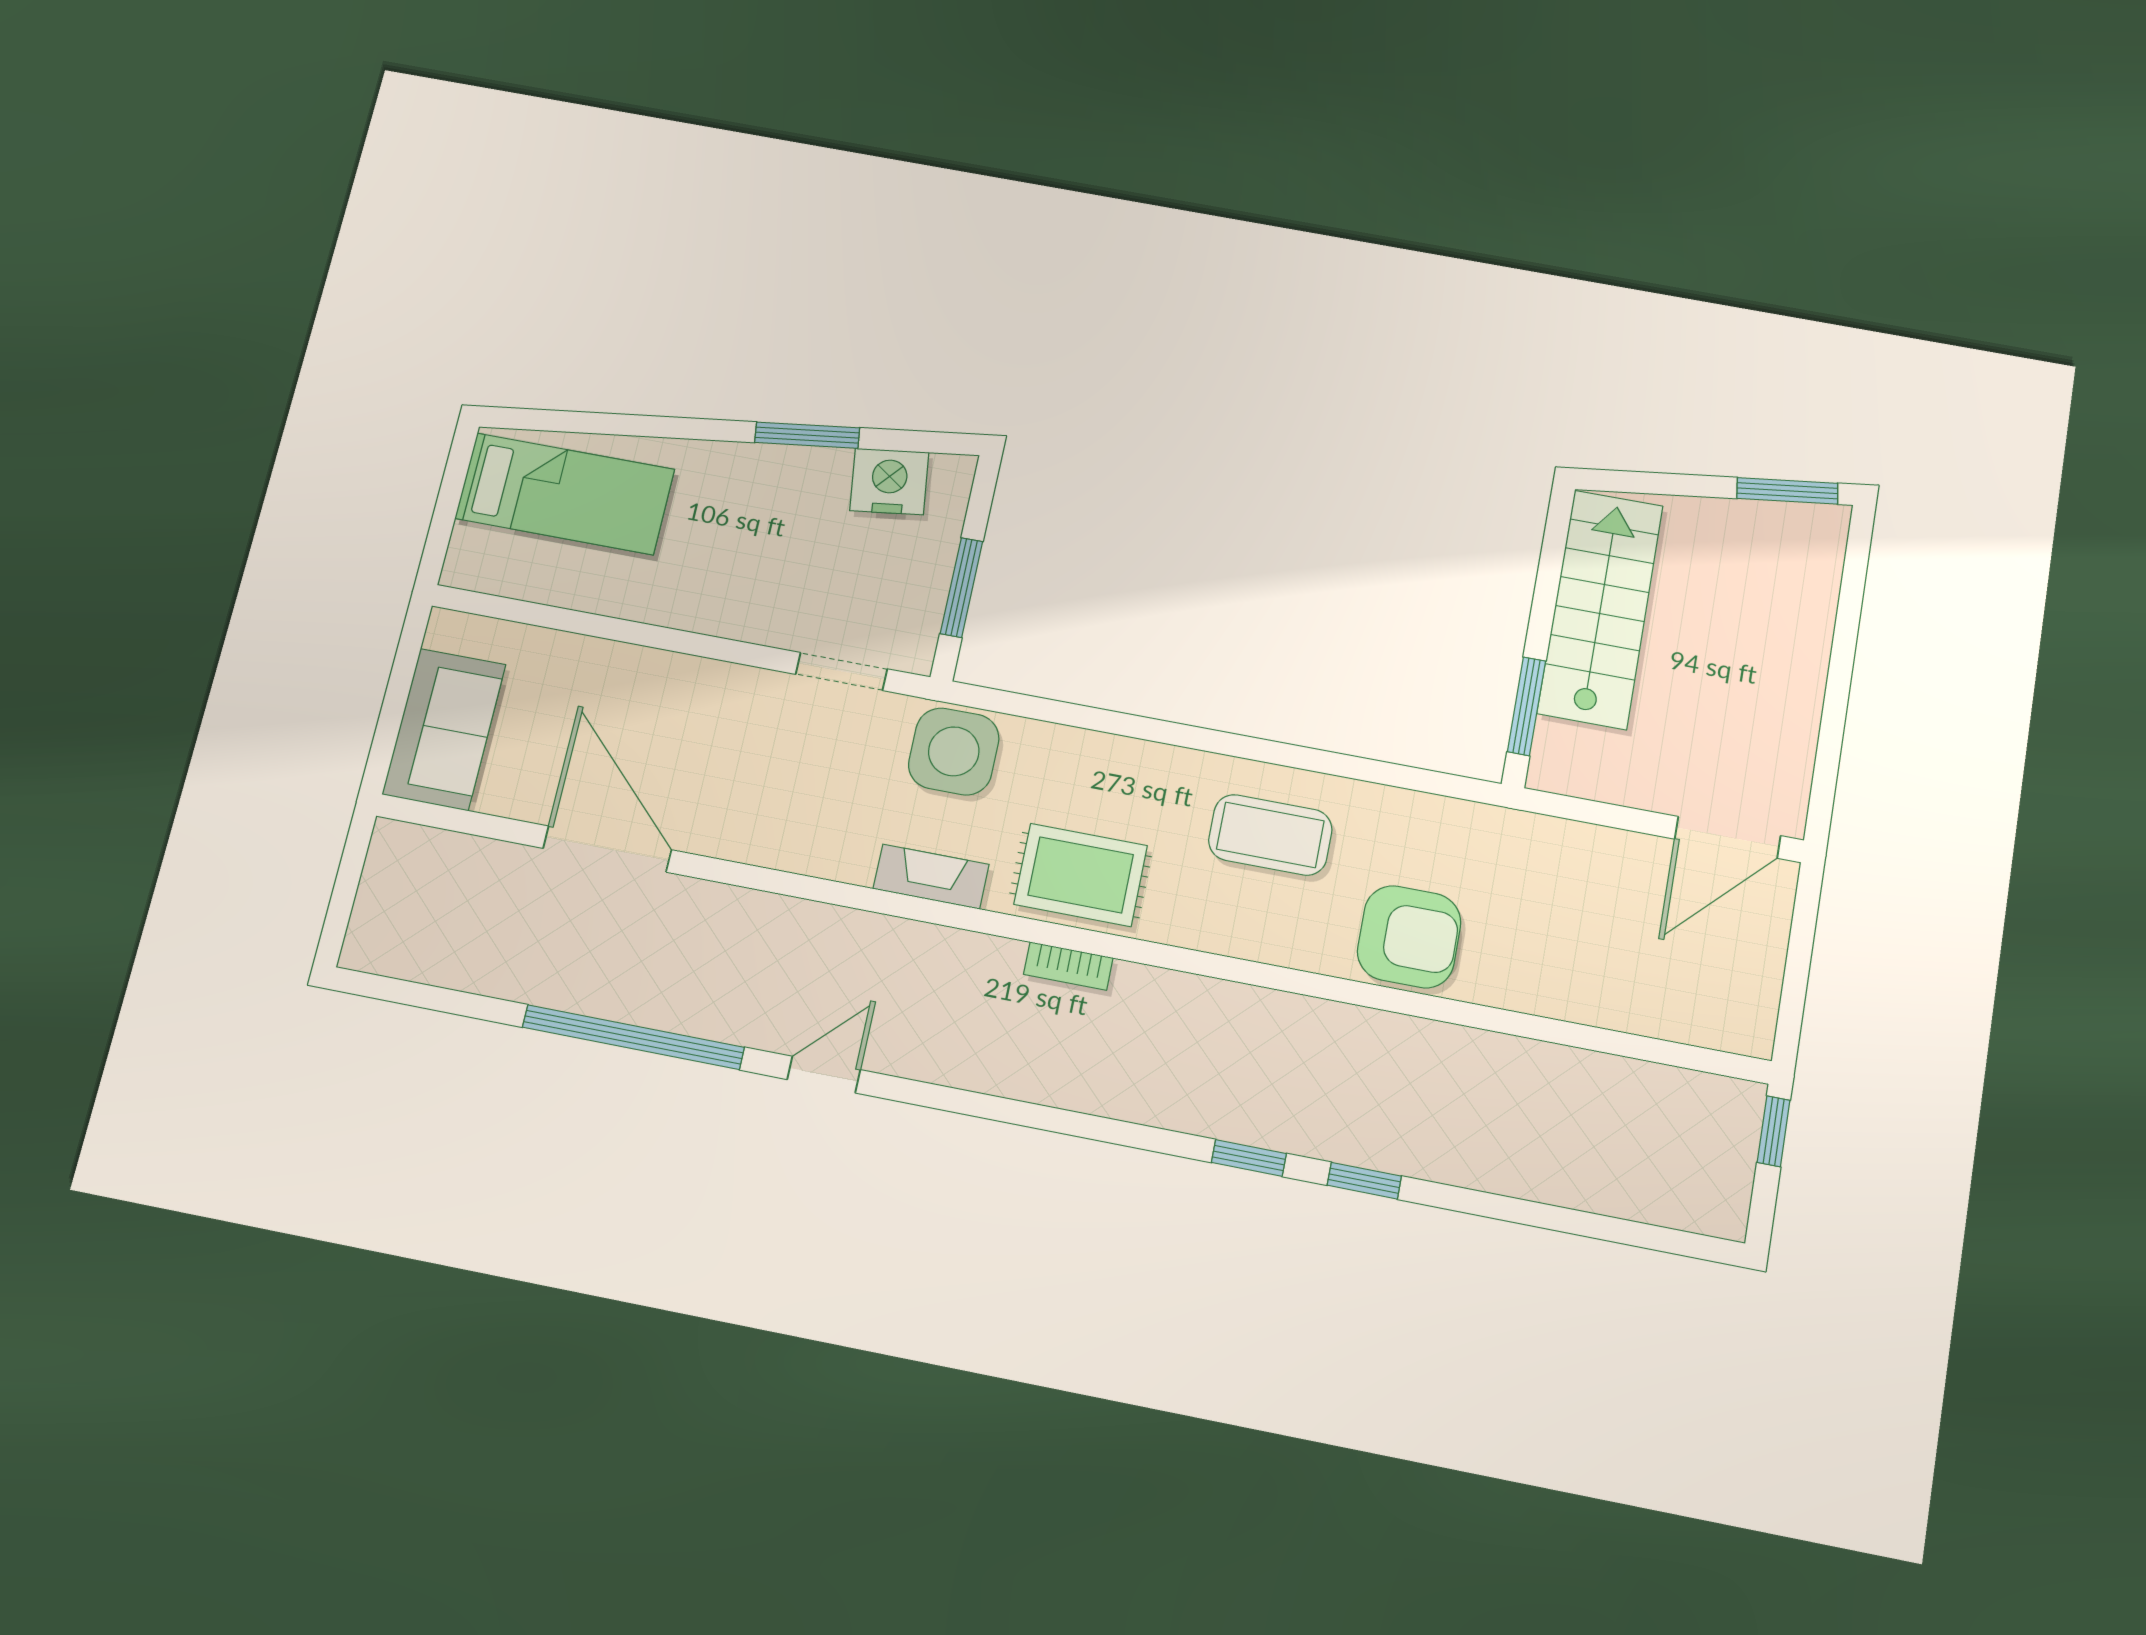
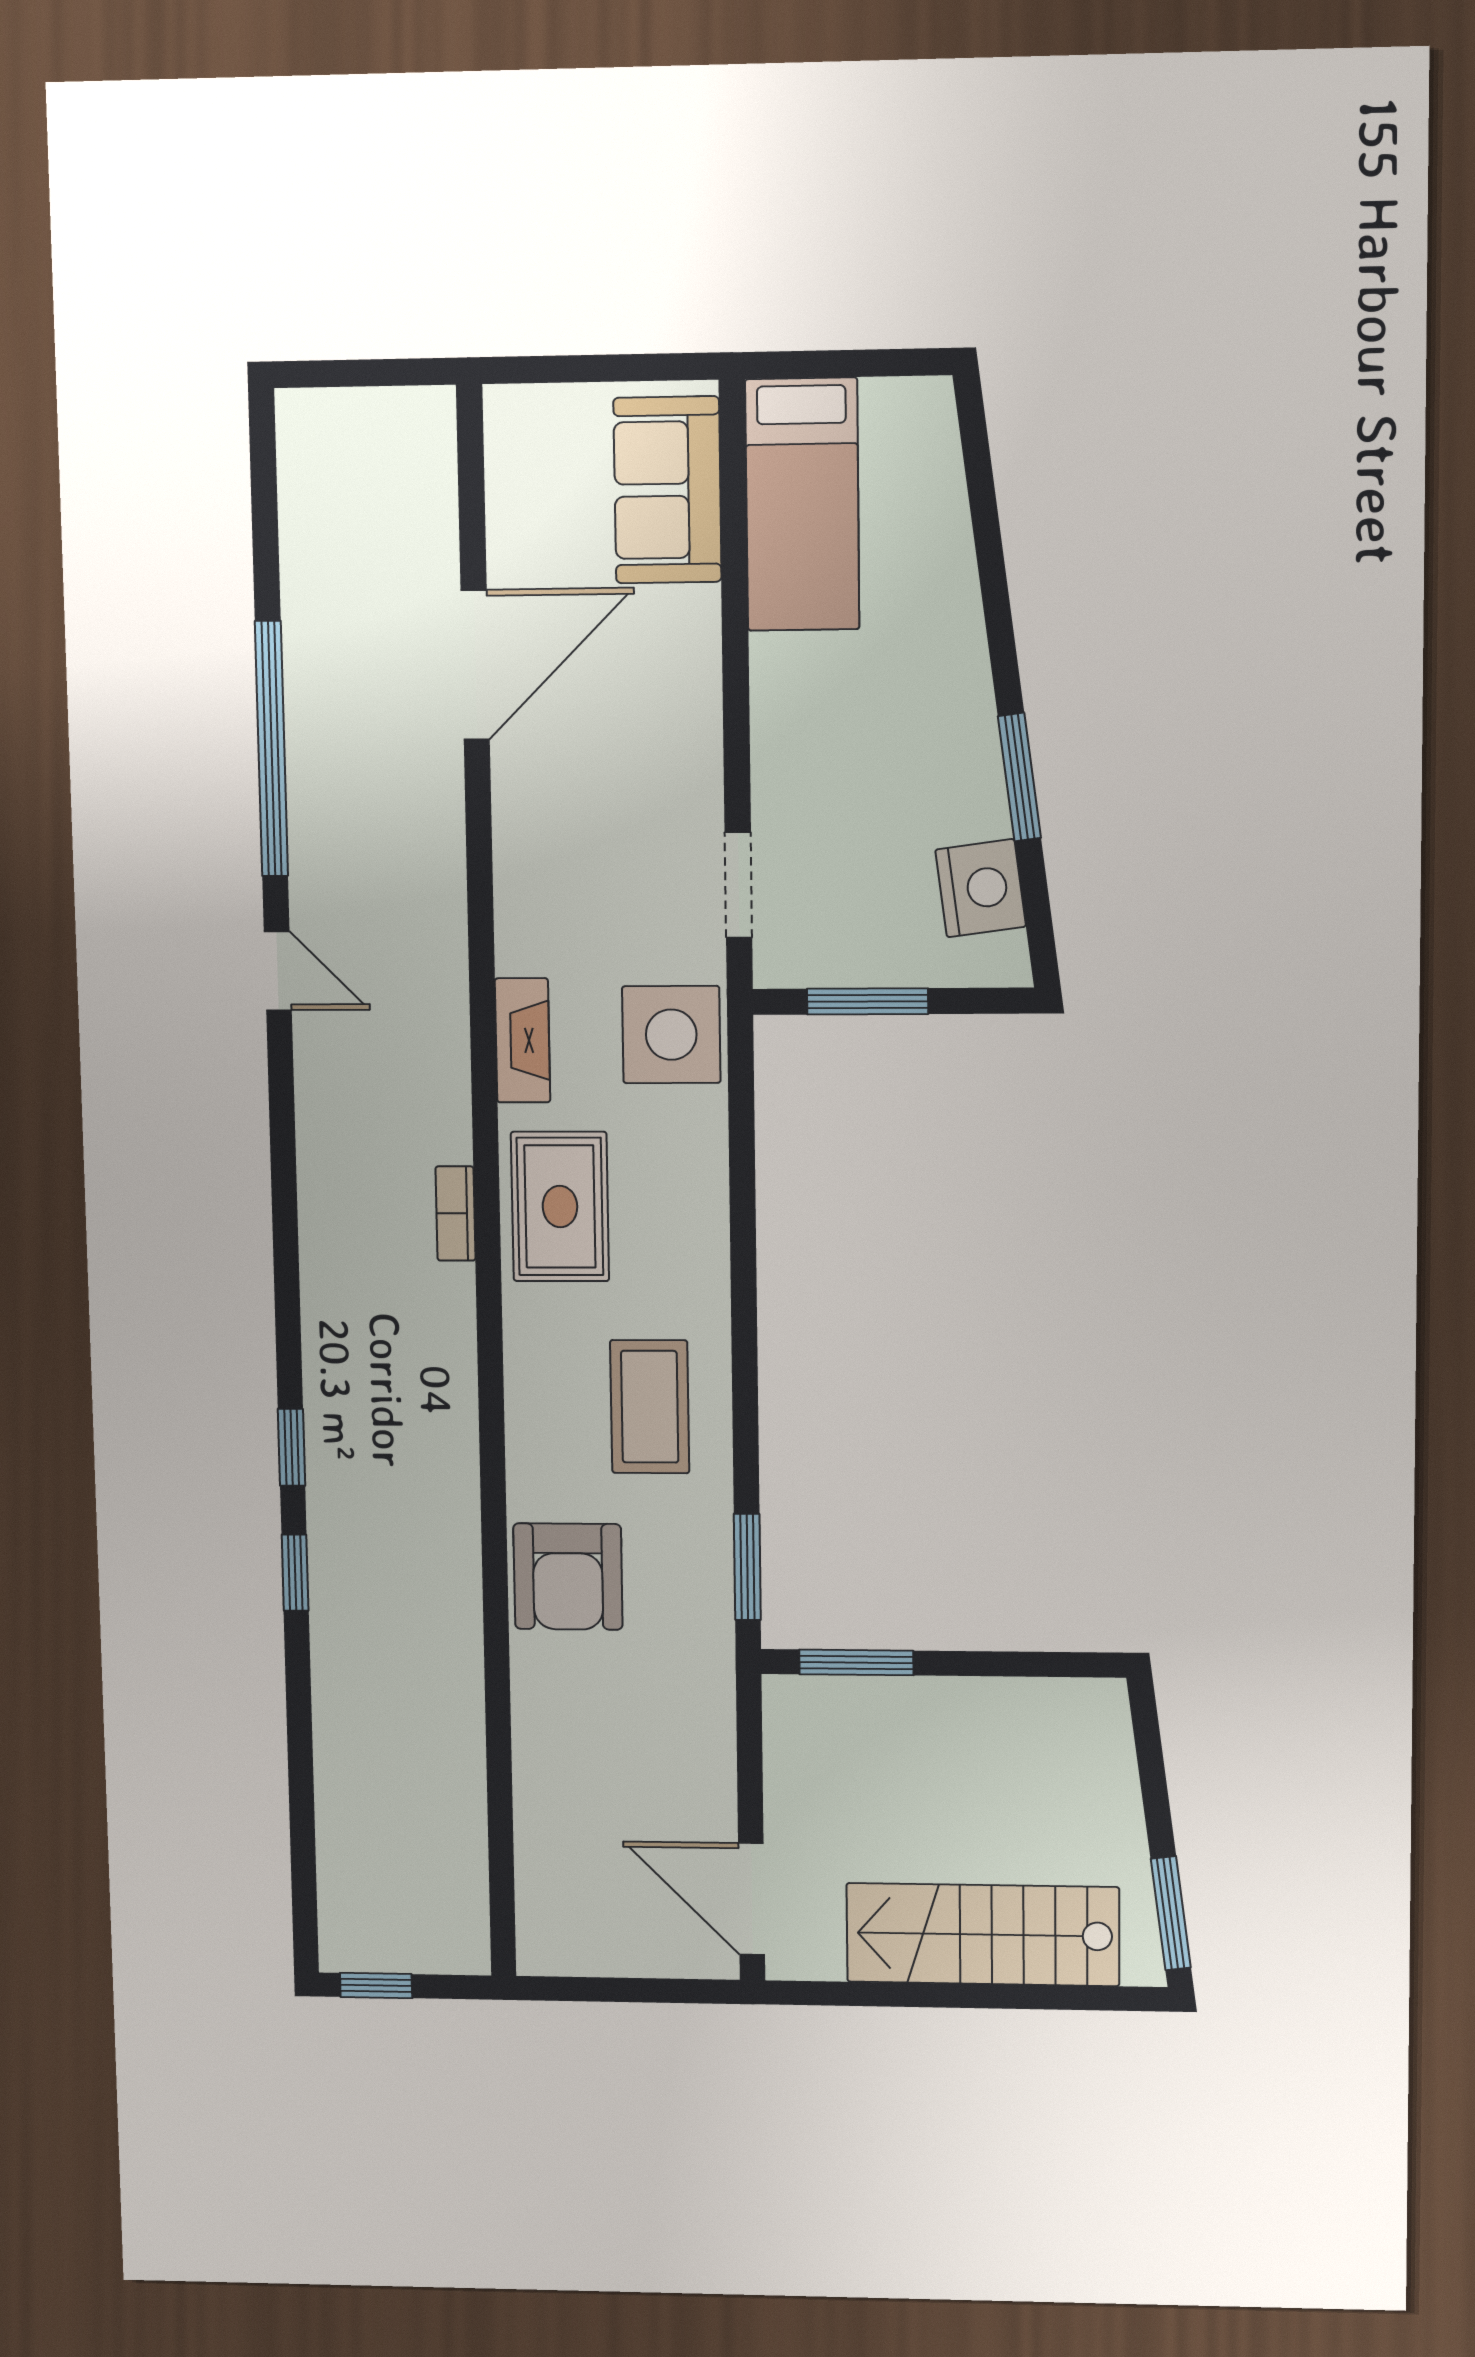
bed: (565, 494) -> (802, 505), moved
stairs: (1600, 609) -> (983, 1935), moved, turned 180
sofa: (444, 729) -> (667, 490), moved, turned 90
window: (1427, 781) -> (747, 1567), added
window: (1774, 1131) -> (376, 1986), moved

